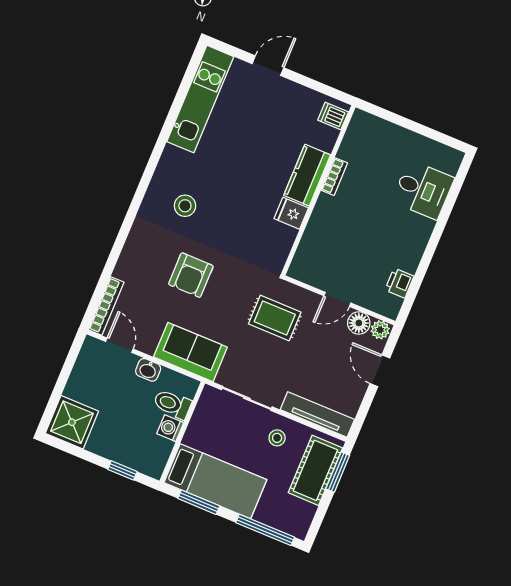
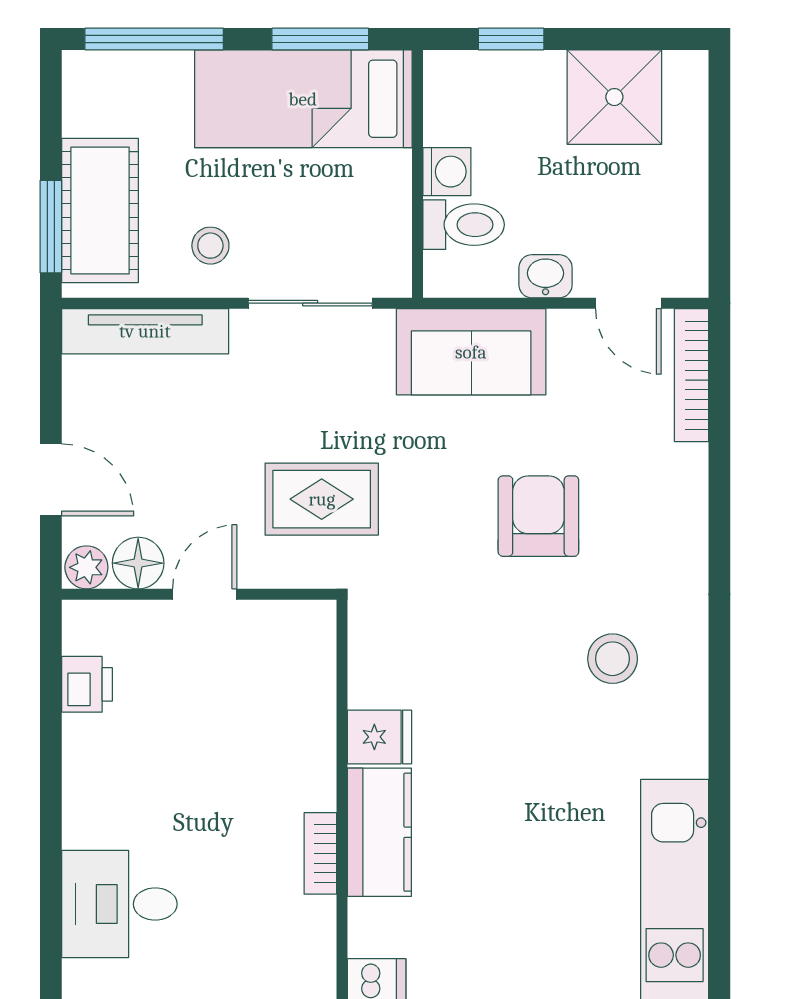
shower: (72, 422) -> (614, 97), moved

